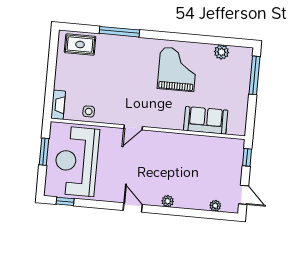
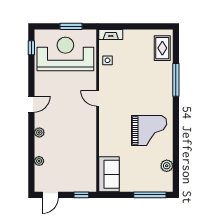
sofa: (206, 120) -> (109, 174), moved
plant: (215, 206) -> (39, 161), moved

